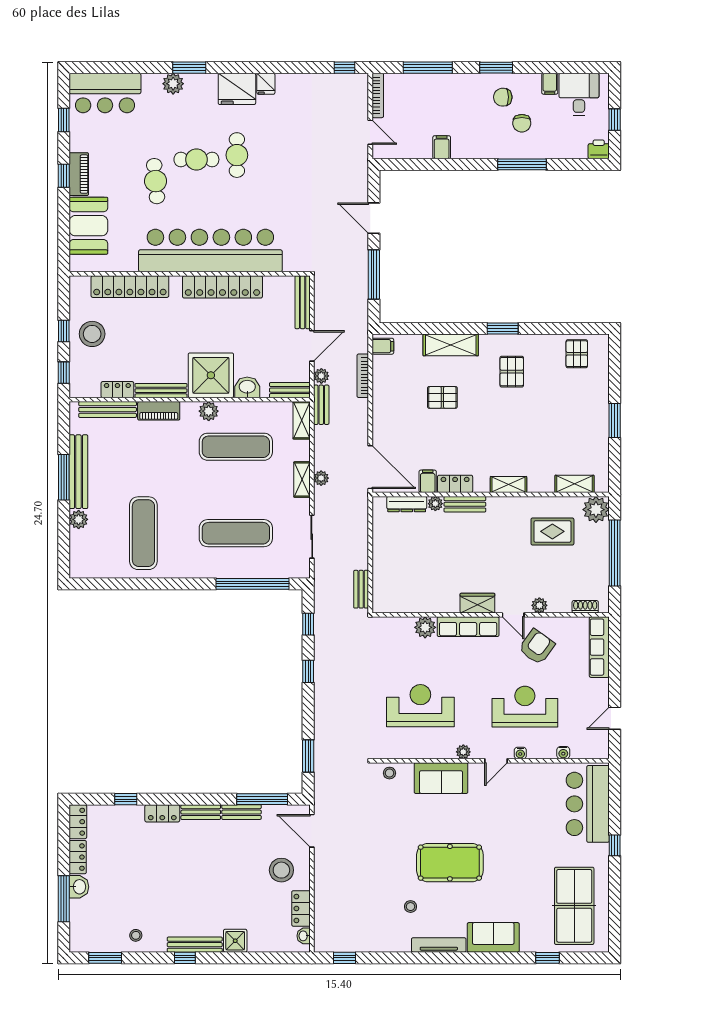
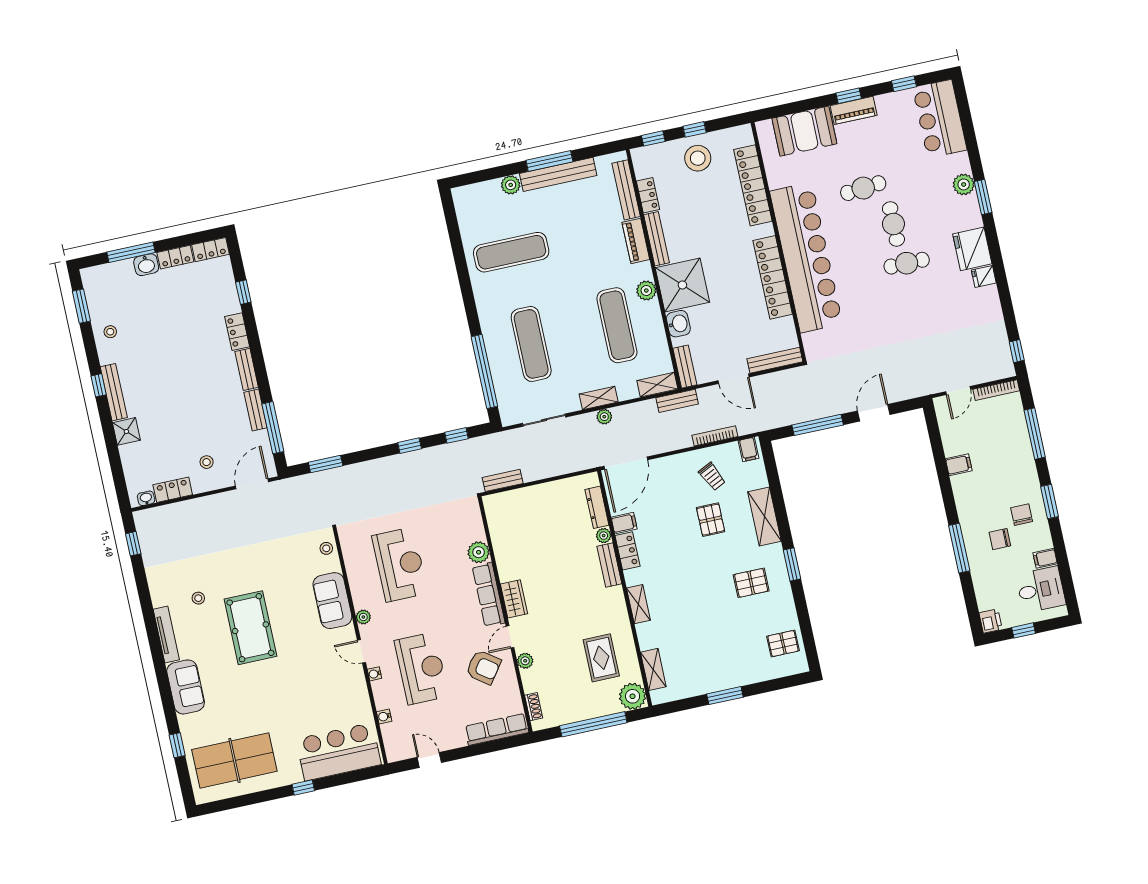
plant: (321, 376) -> (706, 395), removed
trolley: (401, 387) -> (712, 476), added
stool: (281, 870) -> (207, 462), width x0.53, depth x0.53

